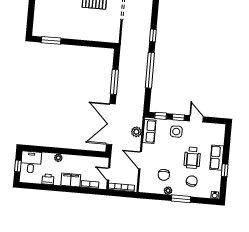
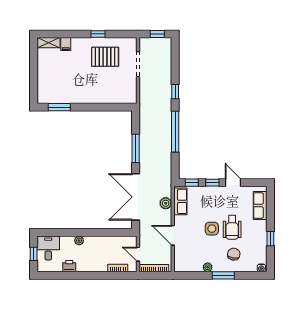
side table: (176, 132) -> (212, 229), moved
row of seats: (217, 158) -> (260, 206), moved
chair: (164, 175) -> (201, 250), removed
filing cabinet: (71, 180) -> (96, 265), removed

